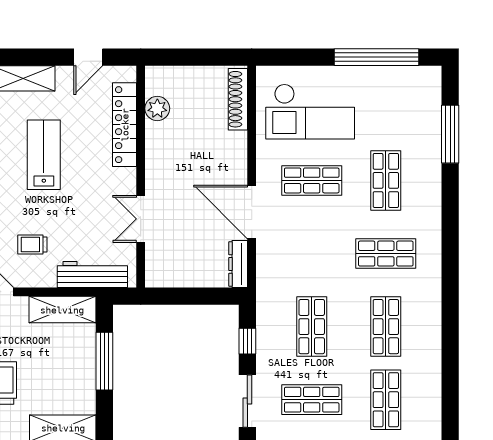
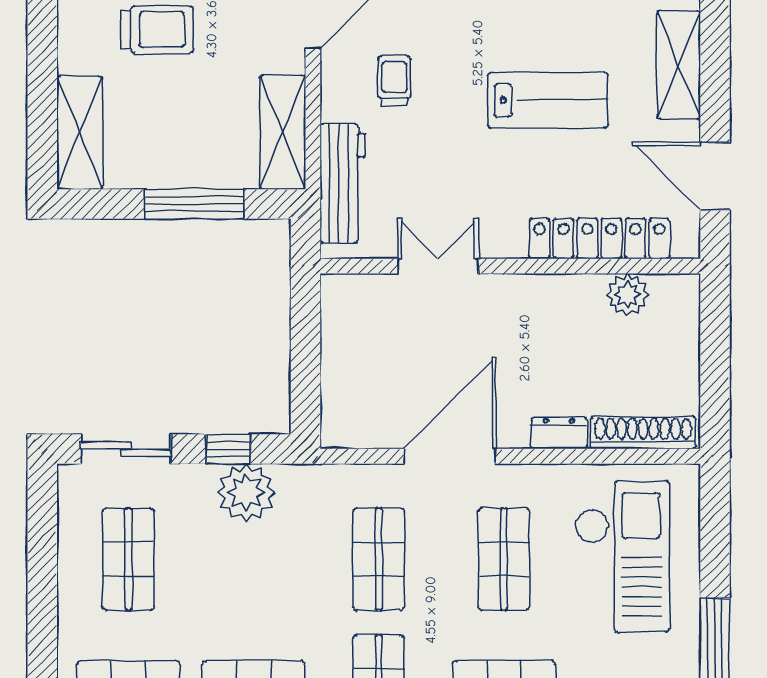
door: (88, 57) -> (715, 176), width x1.38
checkout: (310, 111) -> (622, 556), turned 180
dresser: (238, 264) -> (559, 433), moved, width x0.70
shop shelf: (312, 327) -> (379, 559), moved, turned 90
plant: (273, 331) -> (246, 493), added

